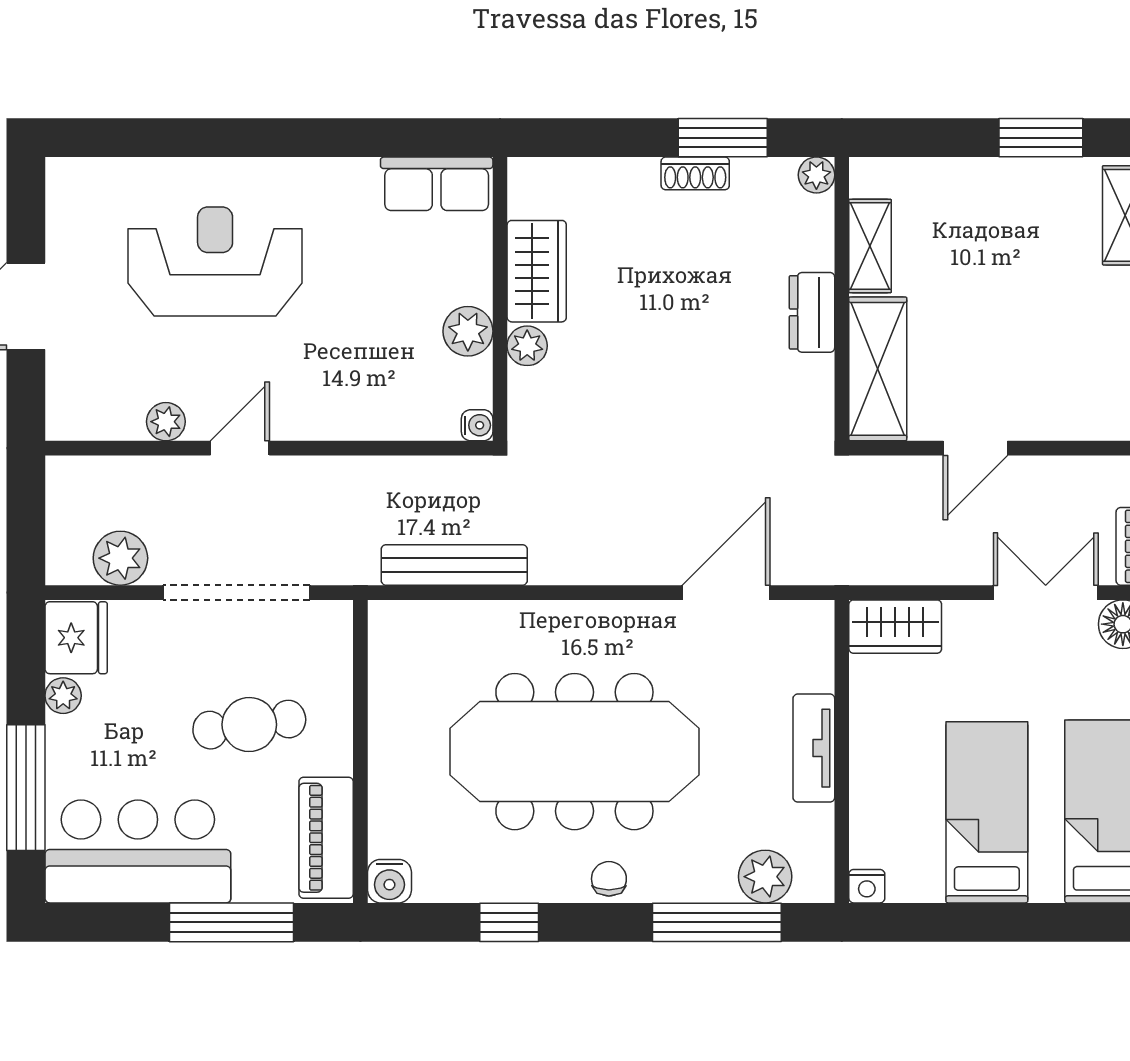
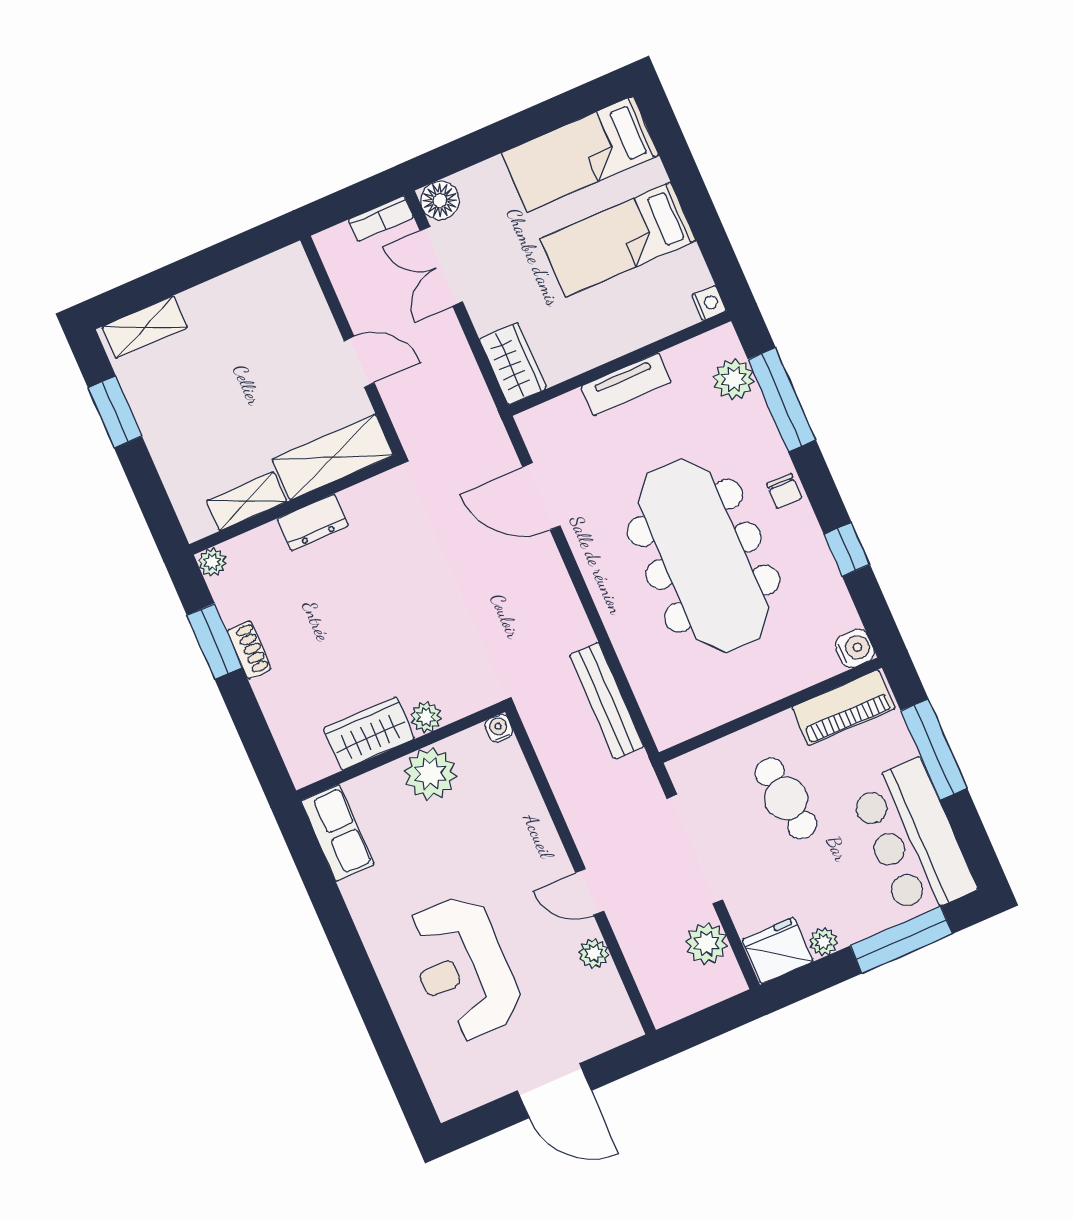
plant: (468, 331) -> (430, 774), width x1.36, depth x1.36
chair: (609, 879) -> (784, 491), turned -90

